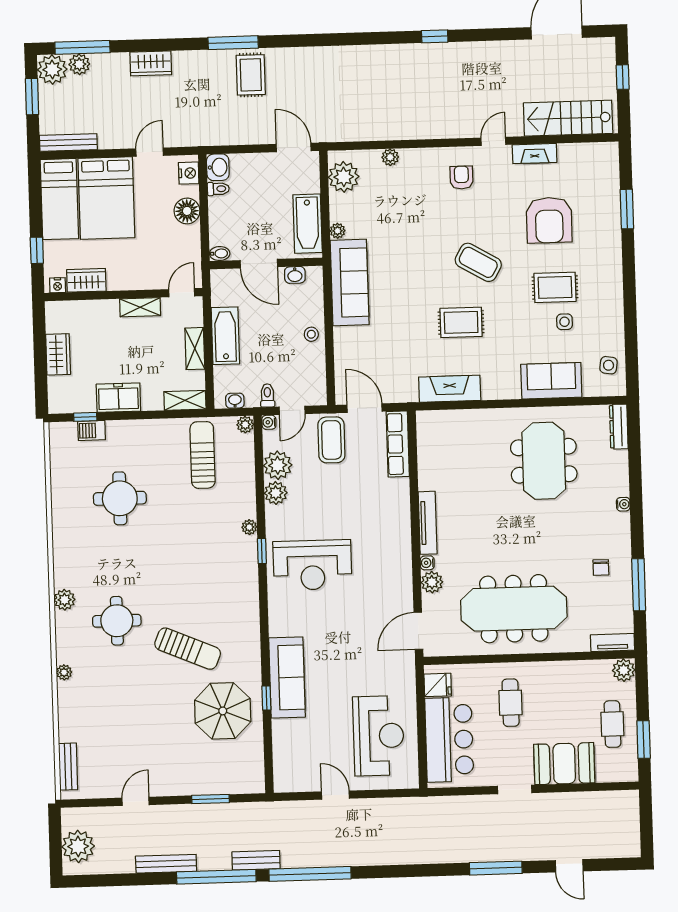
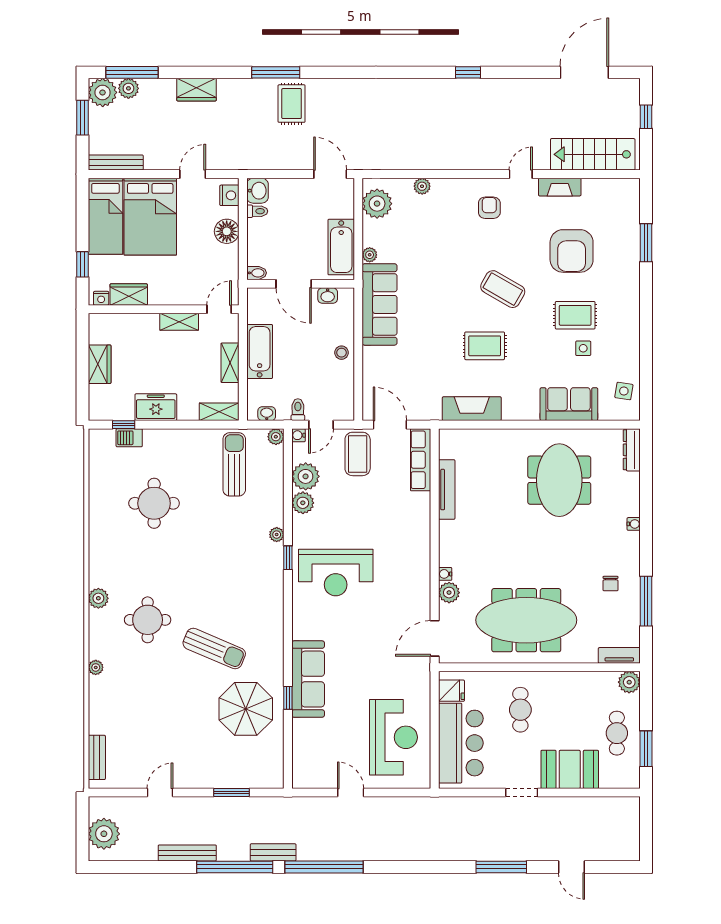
tv unit: (428, 523) -> (447, 490), moved

